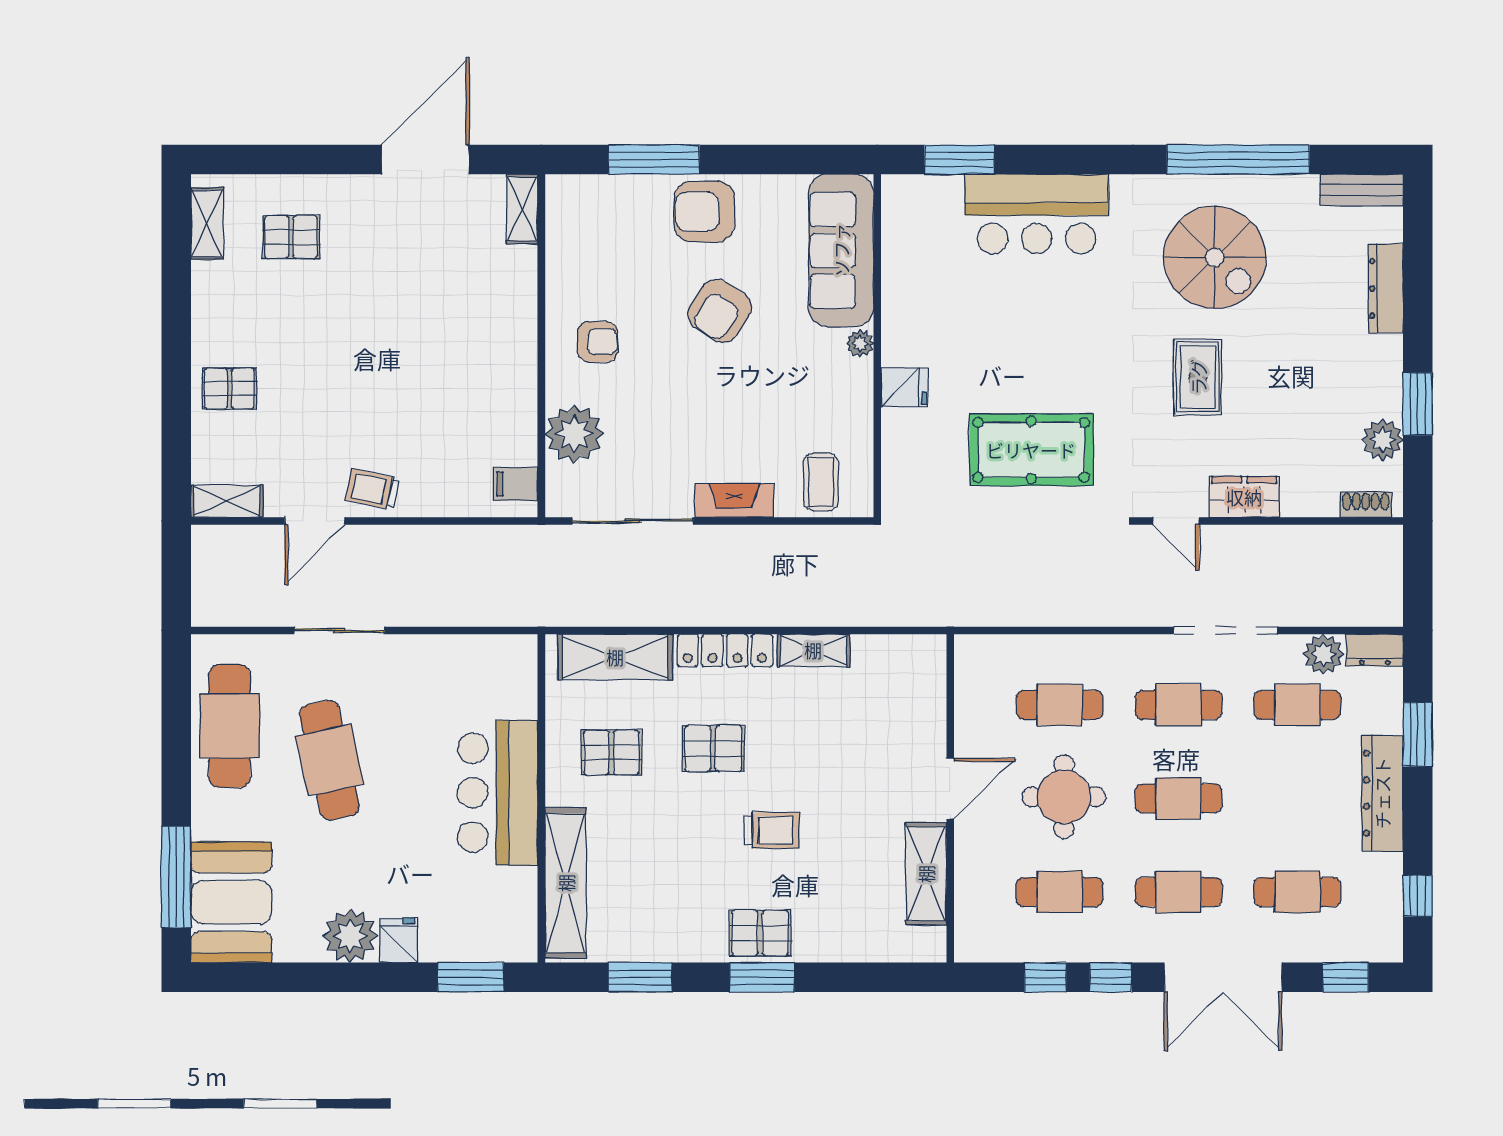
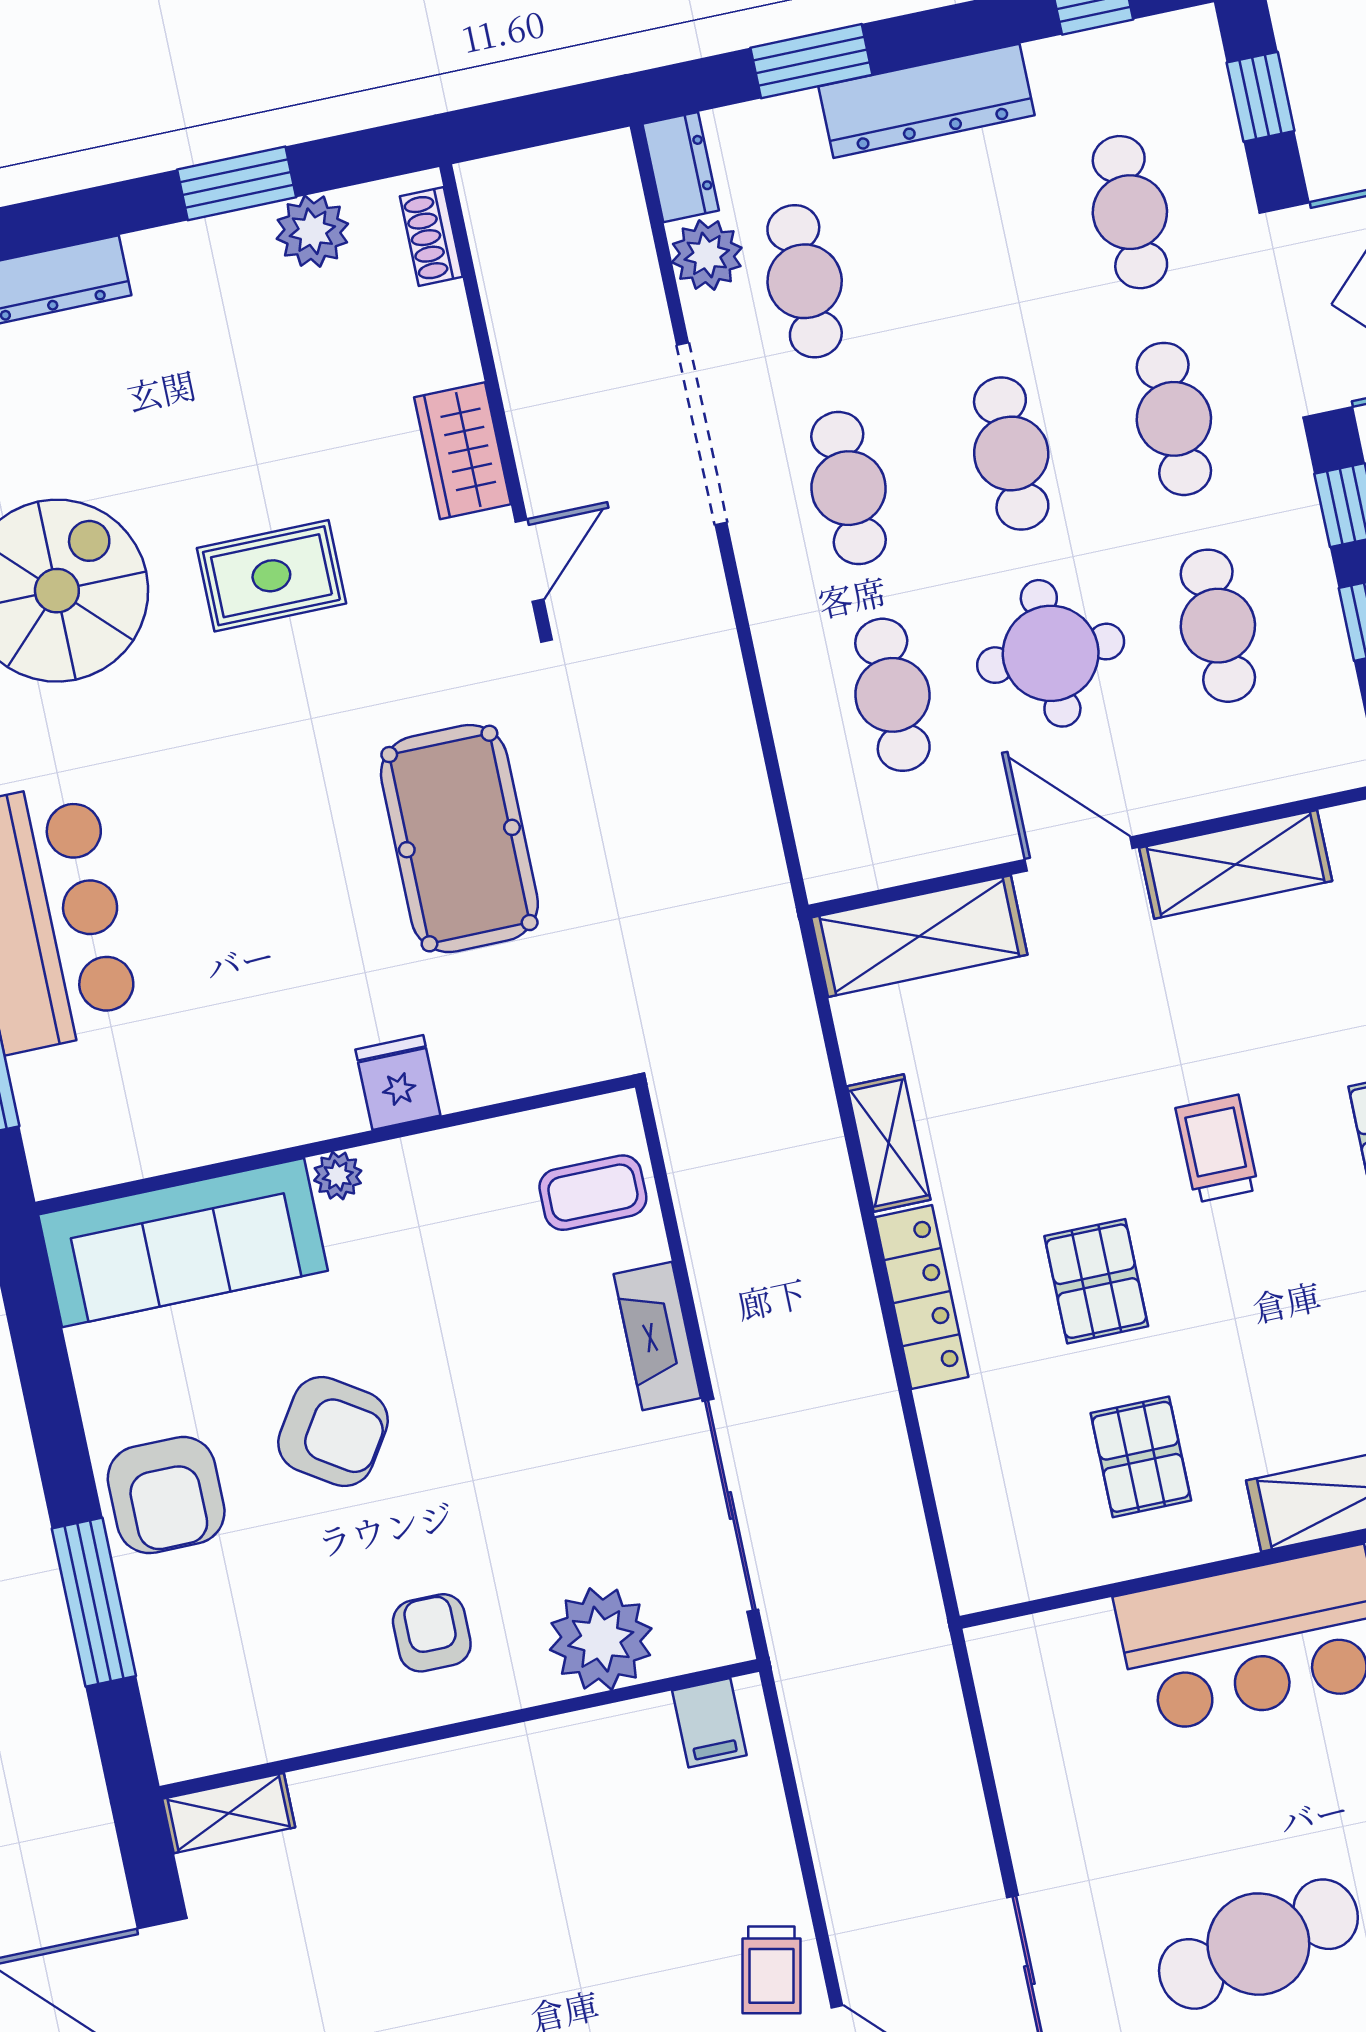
shelving: (615, 657) -> (919, 936), moved, turned 90

